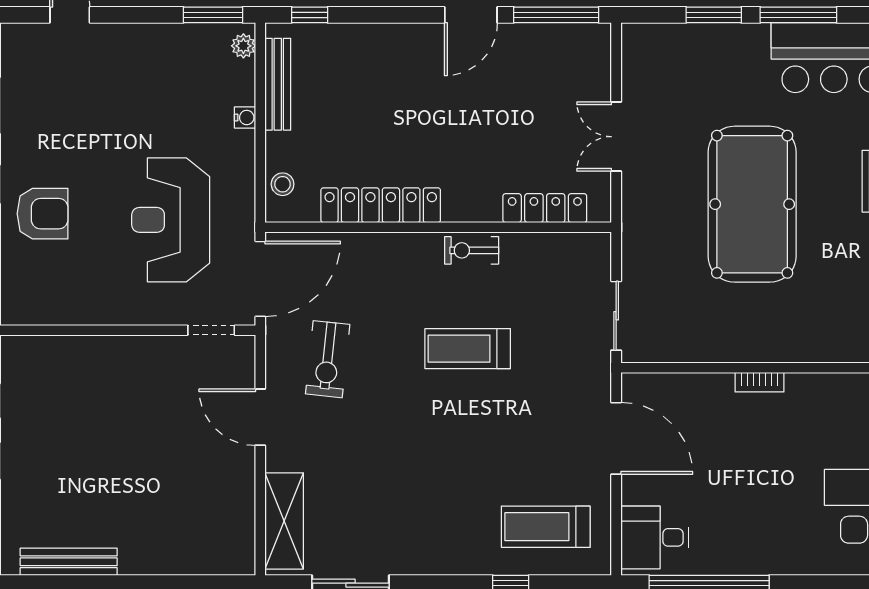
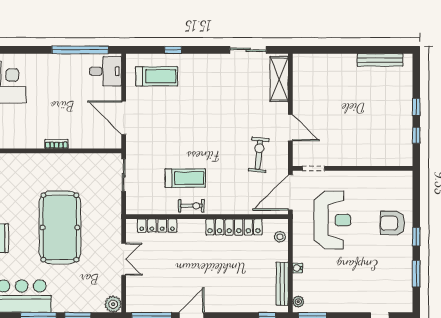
plant: (639, 40) -> (113, 304), added
treadmill: (468, 349) -> (185, 178), moved

